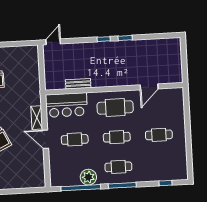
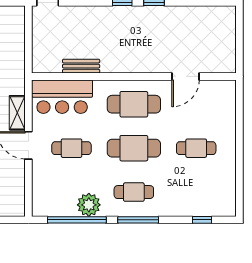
cafe table: (117, 137) -> (134, 148), width x1.37, depth x1.35

